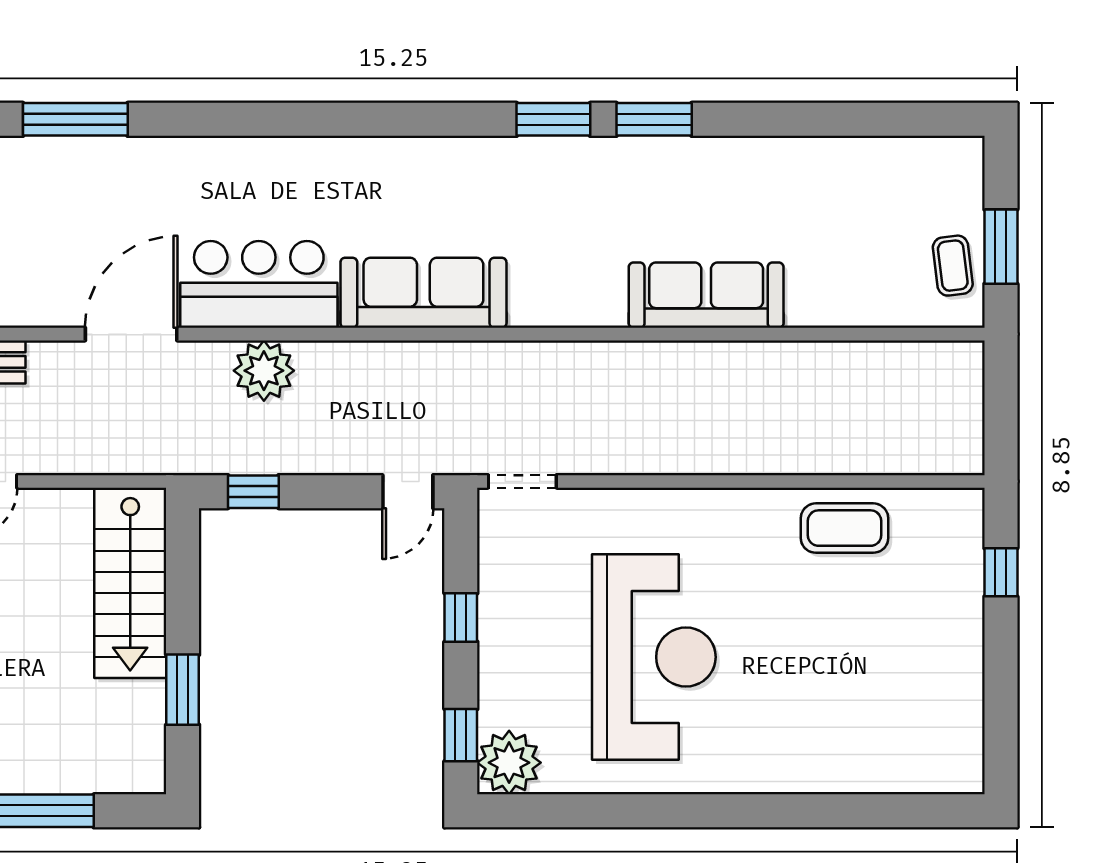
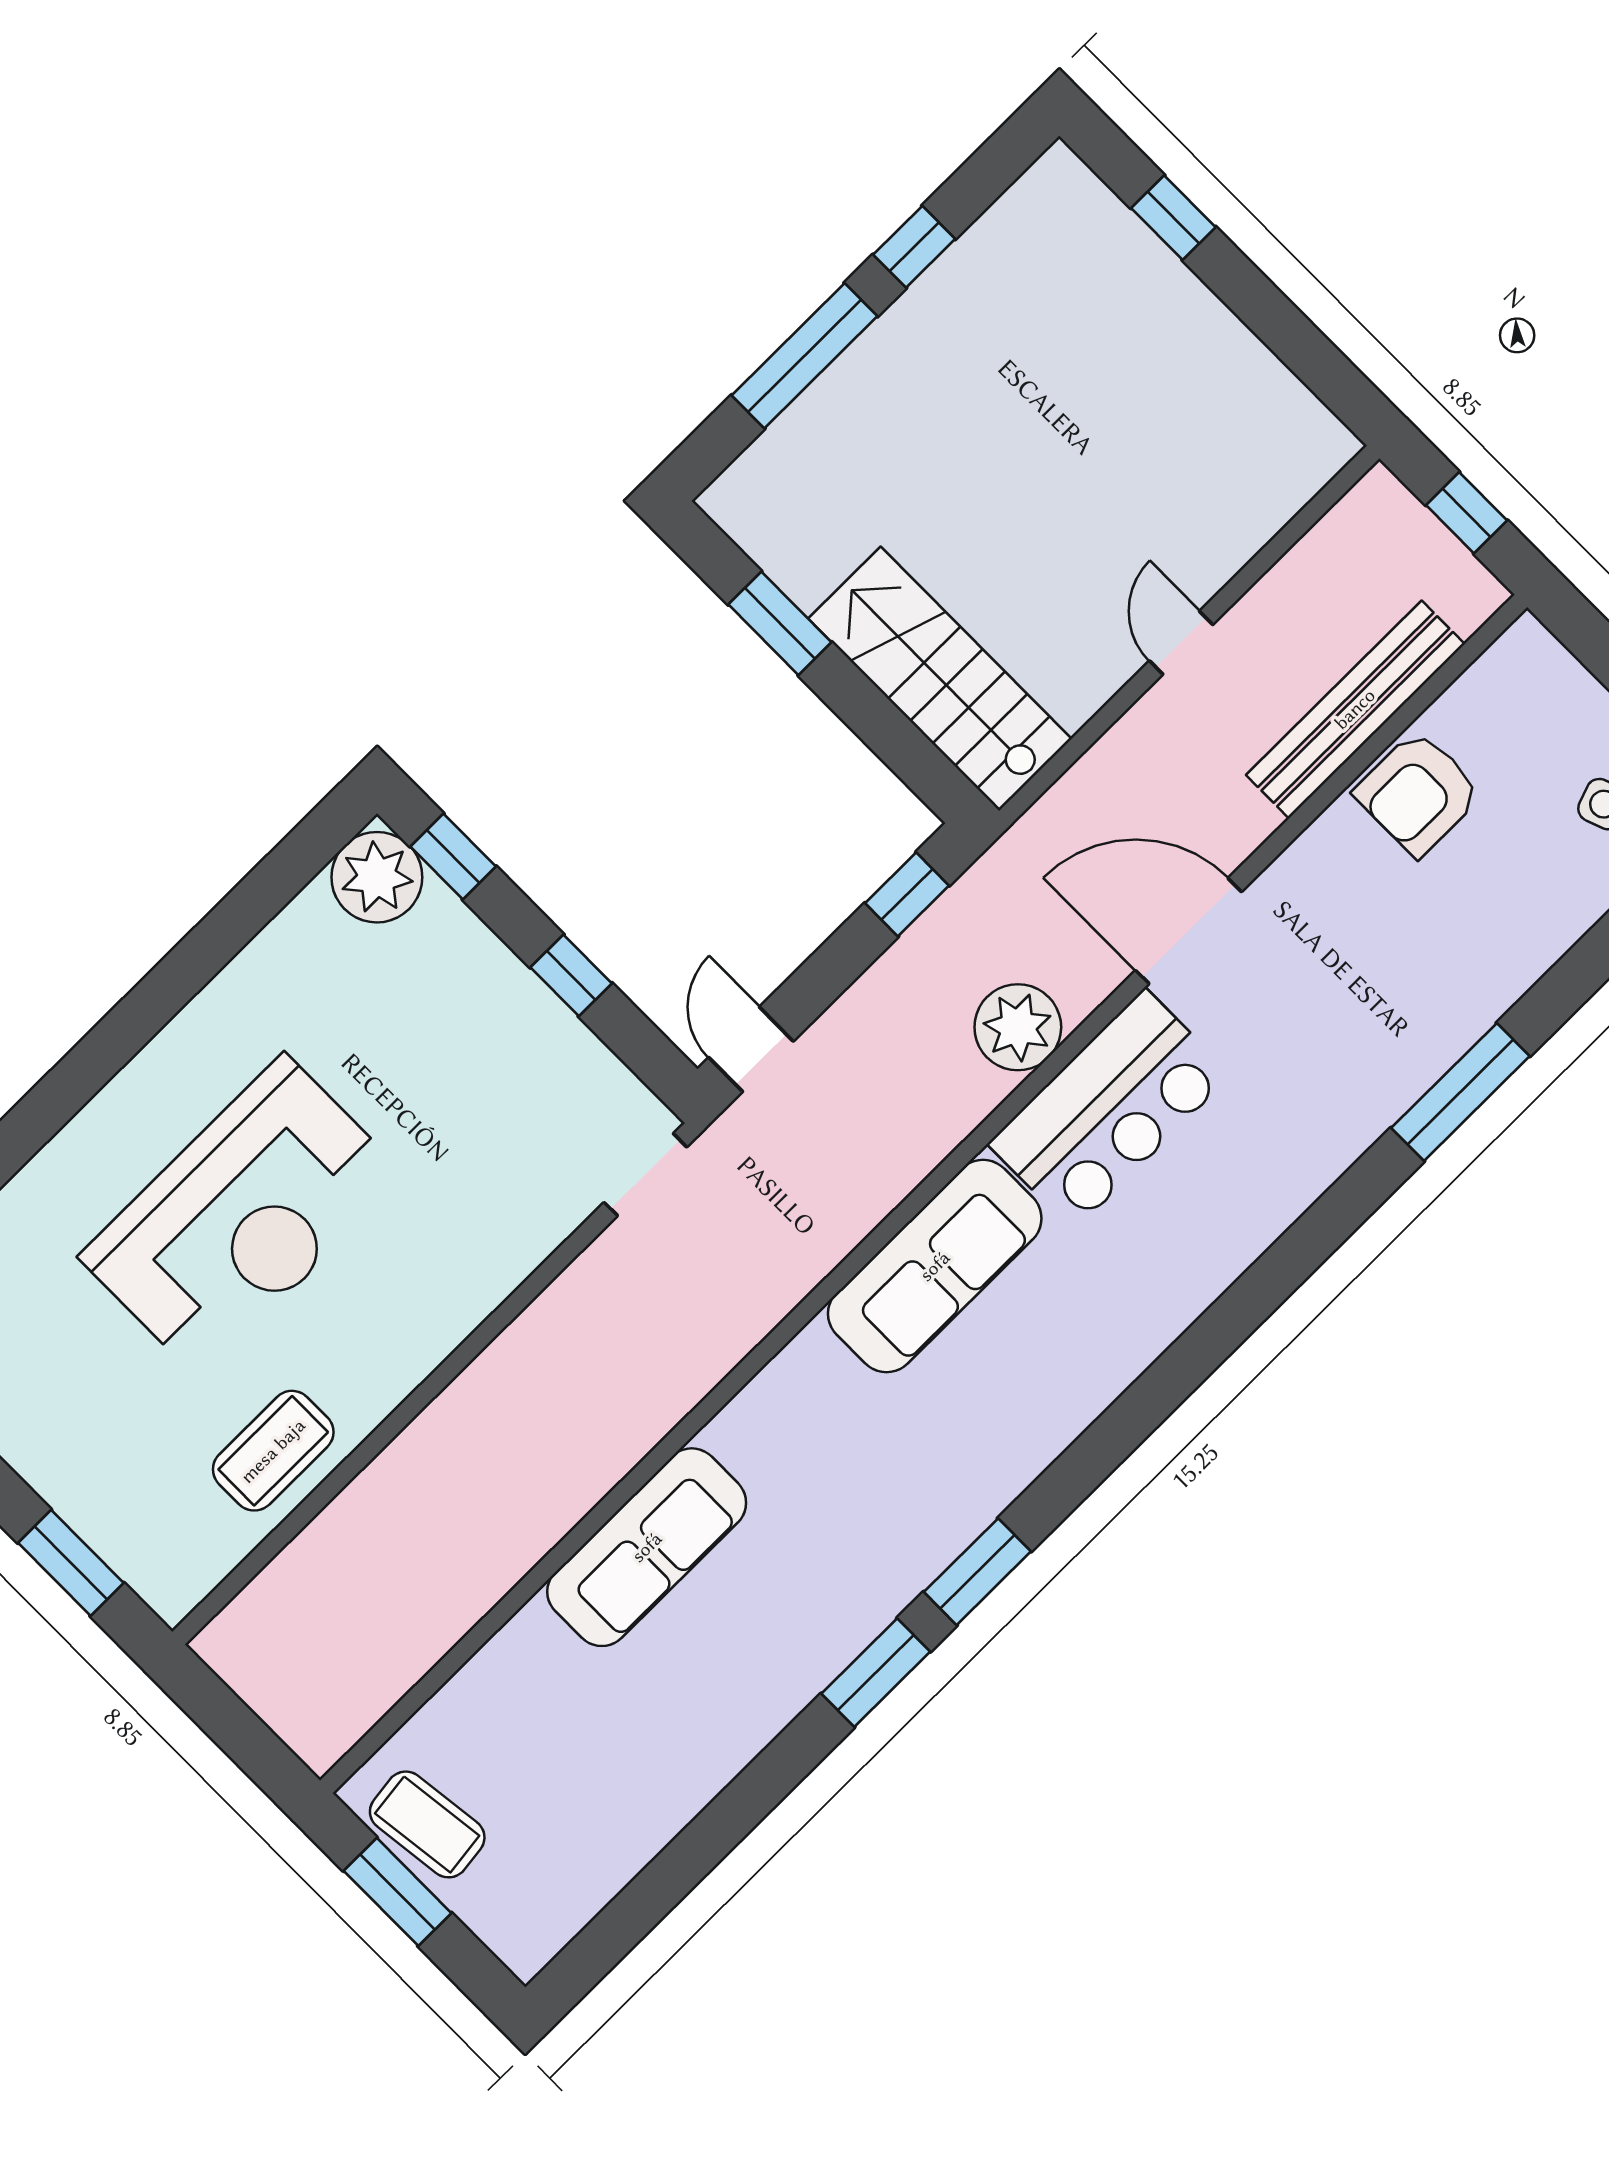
coffee table: (953, 266) -> (427, 1824), width x1.36, depth x1.30
door: (131, 334) -> (1188, 931), swing flipped
window: (1001, 572) -> (71, 1563), width x1.50
reception desk: (654, 657) -> (242, 1216), moved, turned -90

